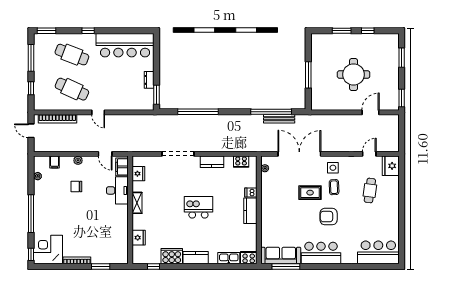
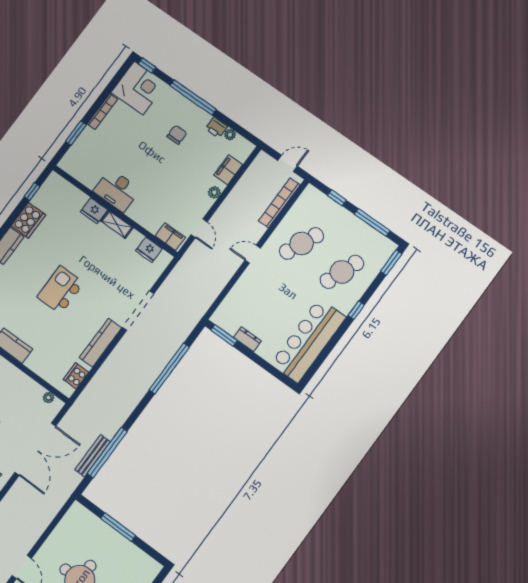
door: (105, 154) -> (199, 228), swing flipped
filing cabinet: (55, 162) -> (228, 170), width x2.00
kitchen counter: (212, 162) -> (101, 343), width x1.50
chair: (76, 186) -> (177, 135), moved
printer: (39, 187) -> (216, 127), added
desk: (117, 190) -> (117, 190), moved
dishwasher: (251, 192) -> (33, 361), removed
kitchen island: (198, 207) -> (61, 290), turned 180
fridge: (139, 238) -> (94, 211), moved

